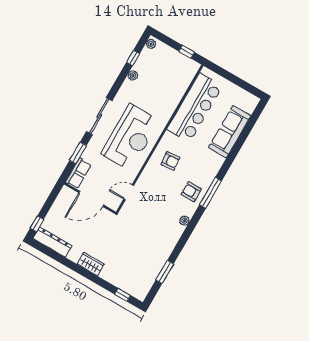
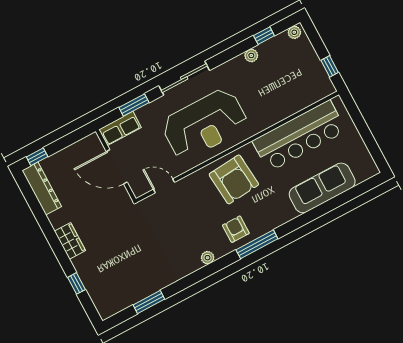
armchair: (170, 161) -> (234, 179), width x1.88, depth x1.88
window: (123, 295) -> (77, 283), moved

